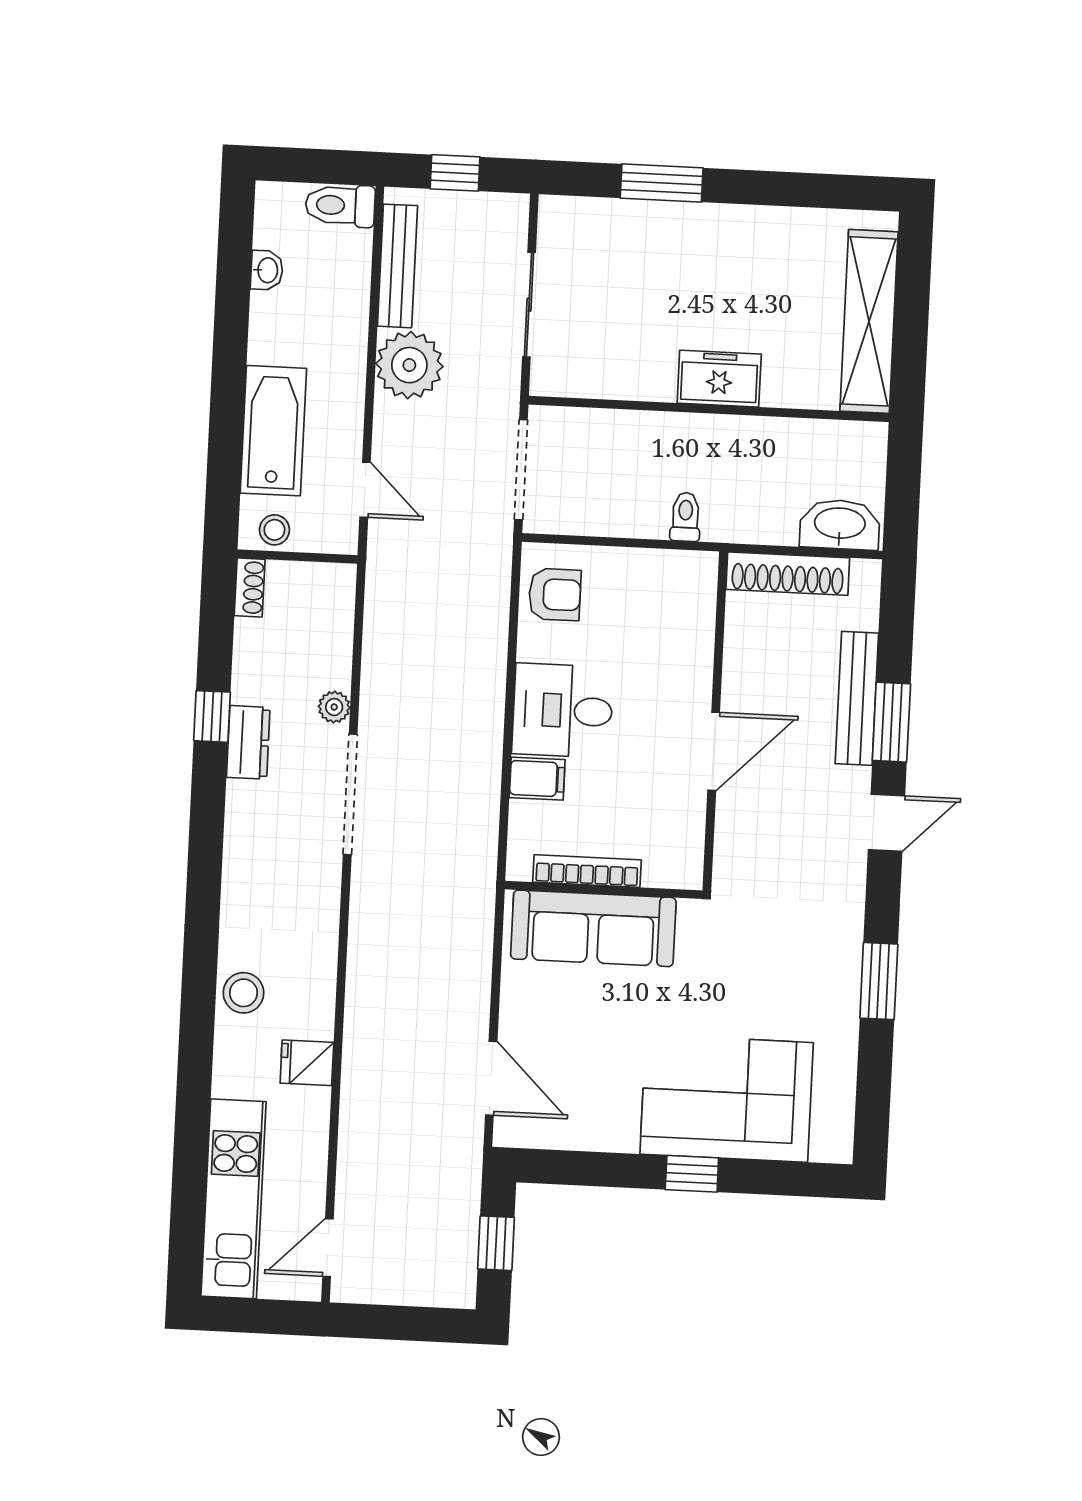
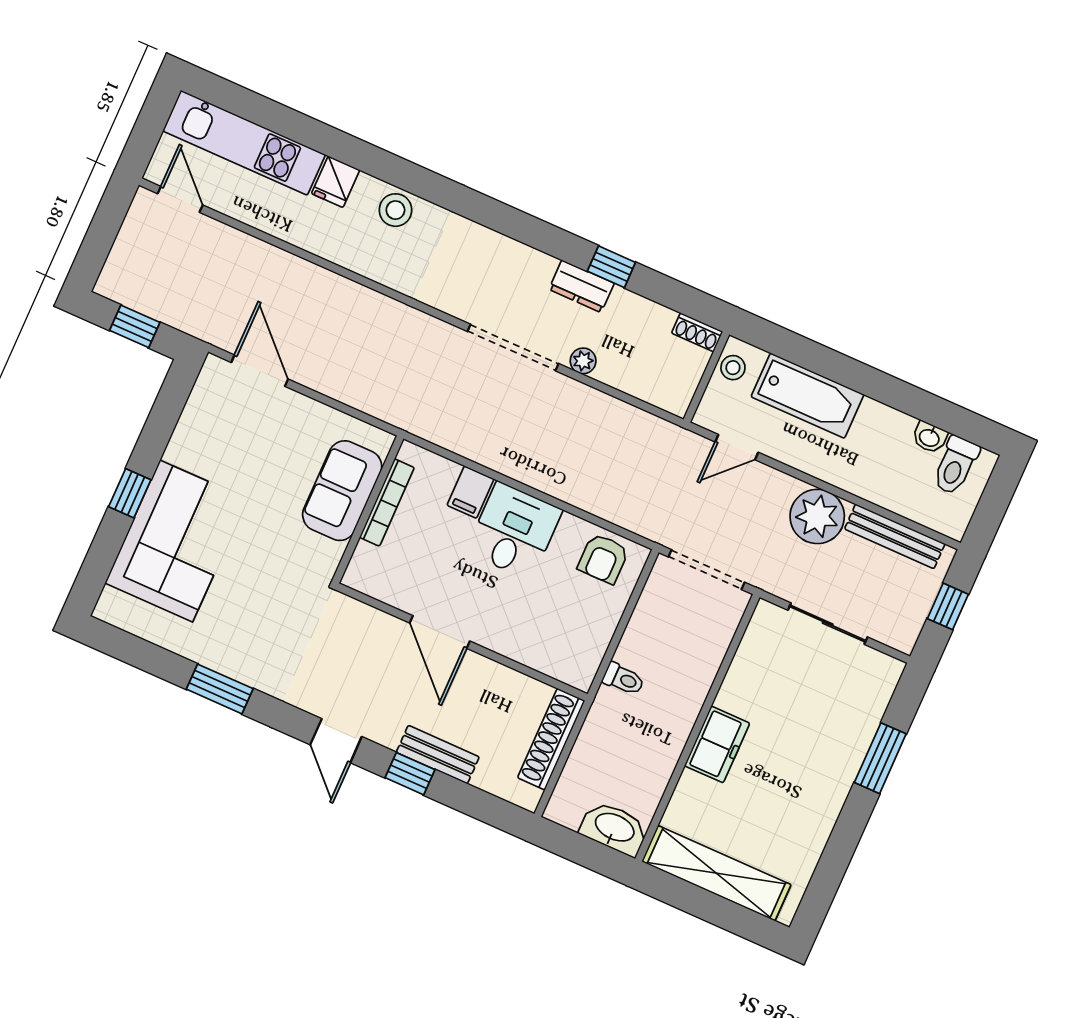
toilet: (340, 205) -> (956, 465), moved, turned 180
washbasin: (840, 525) -> (614, 828), moved, turned -90
bench: (857, 698) -> (438, 755), width x0.73
window: (891, 722) -> (410, 774), width x0.67
sofa: (593, 928) -> (342, 491), width x0.73
fridge: (307, 1063) -> (336, 182), moved, turned 180
door: (491, 1078) -> (260, 371), swing flipped

